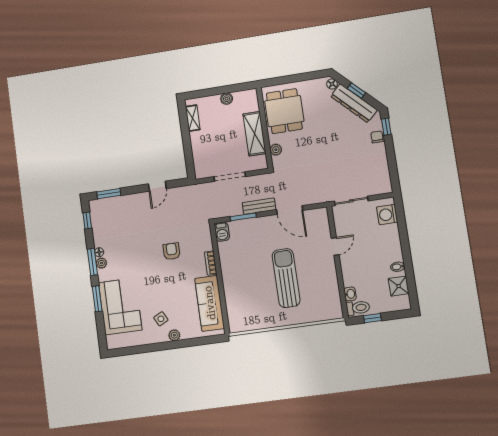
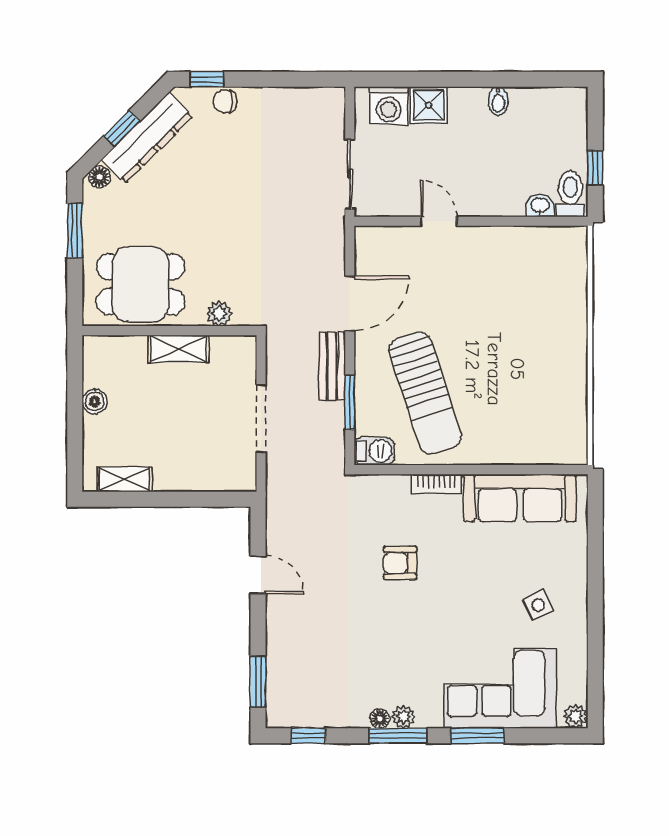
window: (305, 77) -> (75, 231), added
shelving: (254, 134) -> (178, 349), width x0.67, depth x0.75
sun lounger: (286, 278) -> (425, 393), moved, turned -108
shower: (399, 286) -> (429, 105), moved
plant: (174, 335) -> (576, 716), moved

